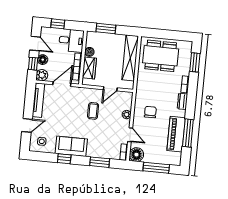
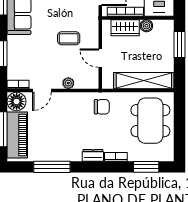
chair: (150, 112) -> (102, 107), moved
piano: (176, 134) -> (17, 135), moved, turned 90

